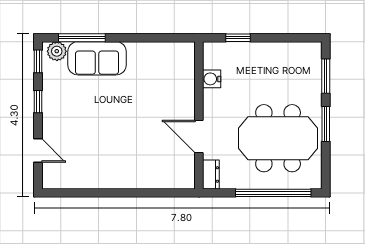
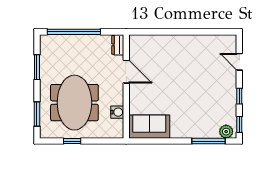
window: (238, 38) -> (72, 141), moved
sofa: (97, 58) -> (149, 127), moved
window: (326, 124) -> (37, 67), moved
meeting table: (278, 138) -> (74, 103), moved, turned 90

